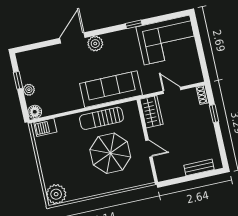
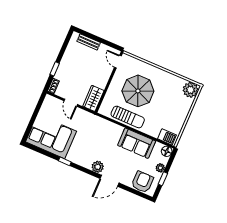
armchair: (37, 61) -> (142, 182), added
sofa: (111, 89) -> (137, 143), moved, width x0.73
door: (149, 149) -> (118, 62), moved

